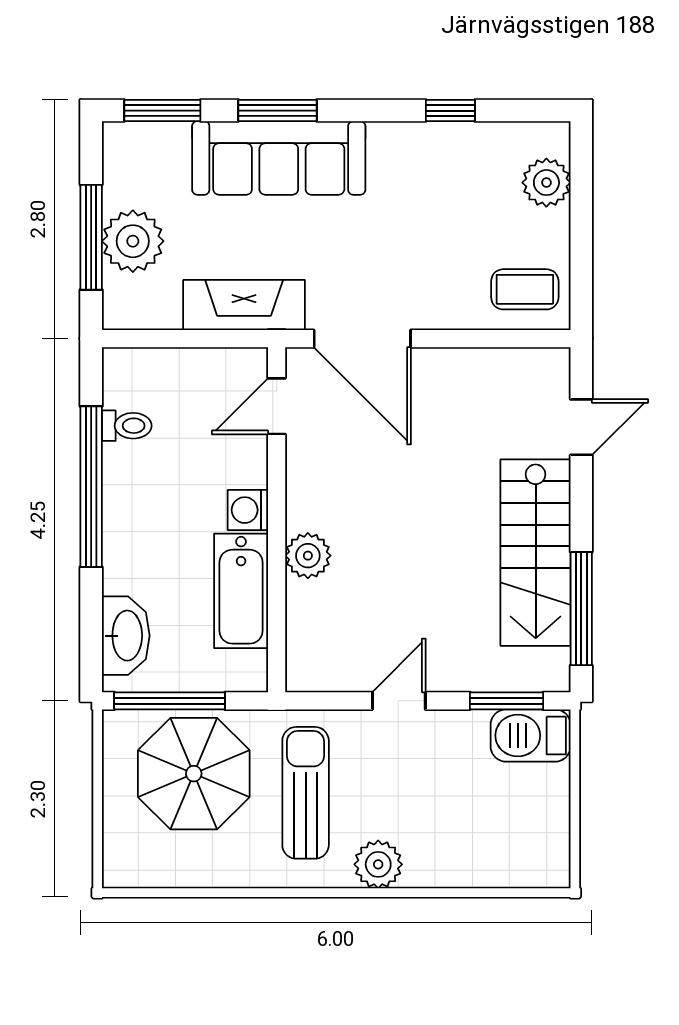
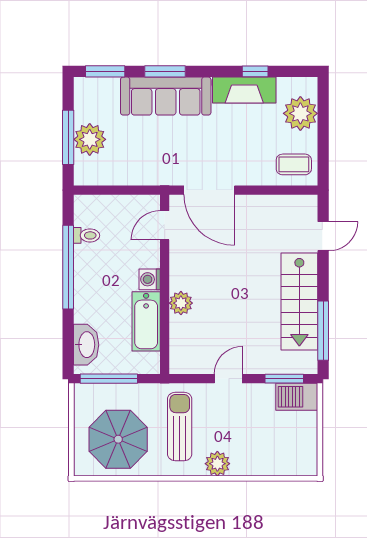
plant: (546, 183) -> (300, 113), width x1.36, depth x1.36
fireplace: (244, 305) -> (244, 90), moved, turned 180
parasol: (194, 774) -> (118, 439), moved

